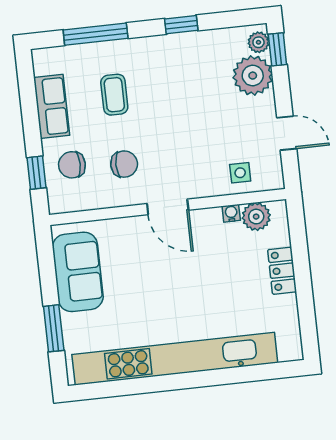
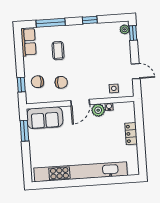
plant: (253, 76) -> (121, 44), removed
row of seats: (52, 106) -> (28, 42), moved
door: (168, 207) -> (80, 103), hinge flipped
plant: (256, 217) -> (98, 110), moved
sofa: (78, 272) -> (45, 118), moved, turned 90
window: (54, 328) -> (24, 131), moved

